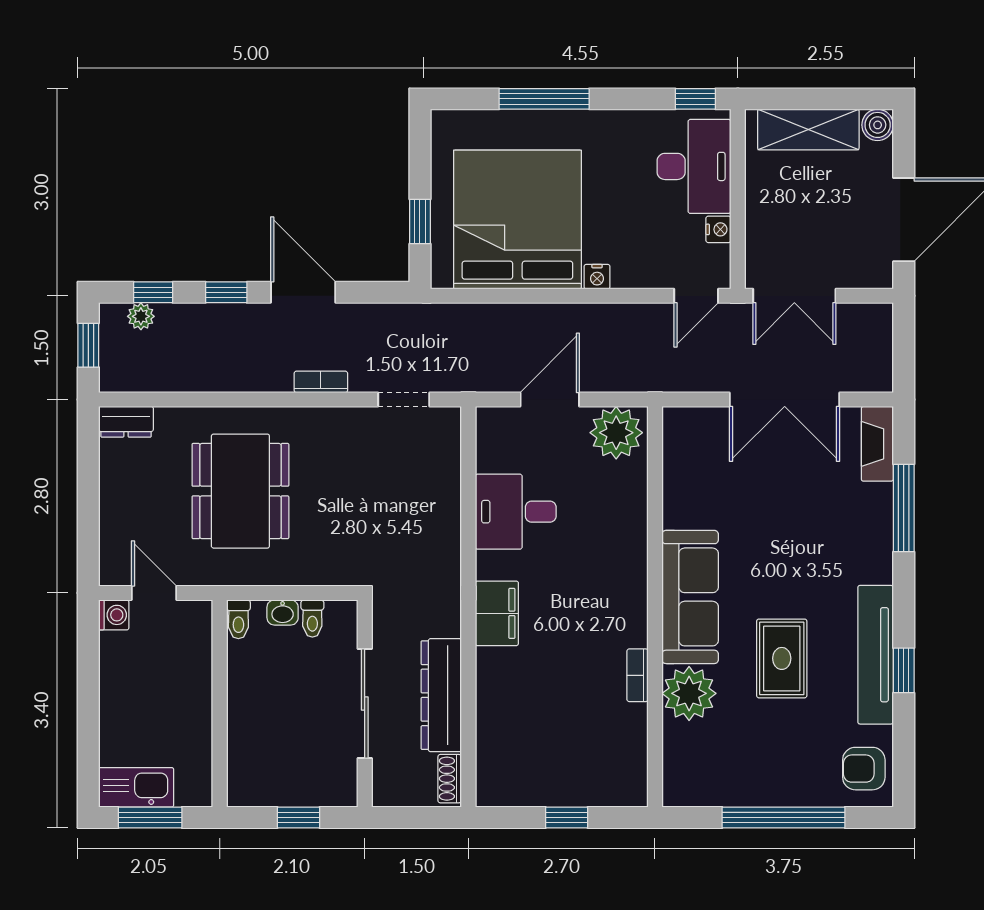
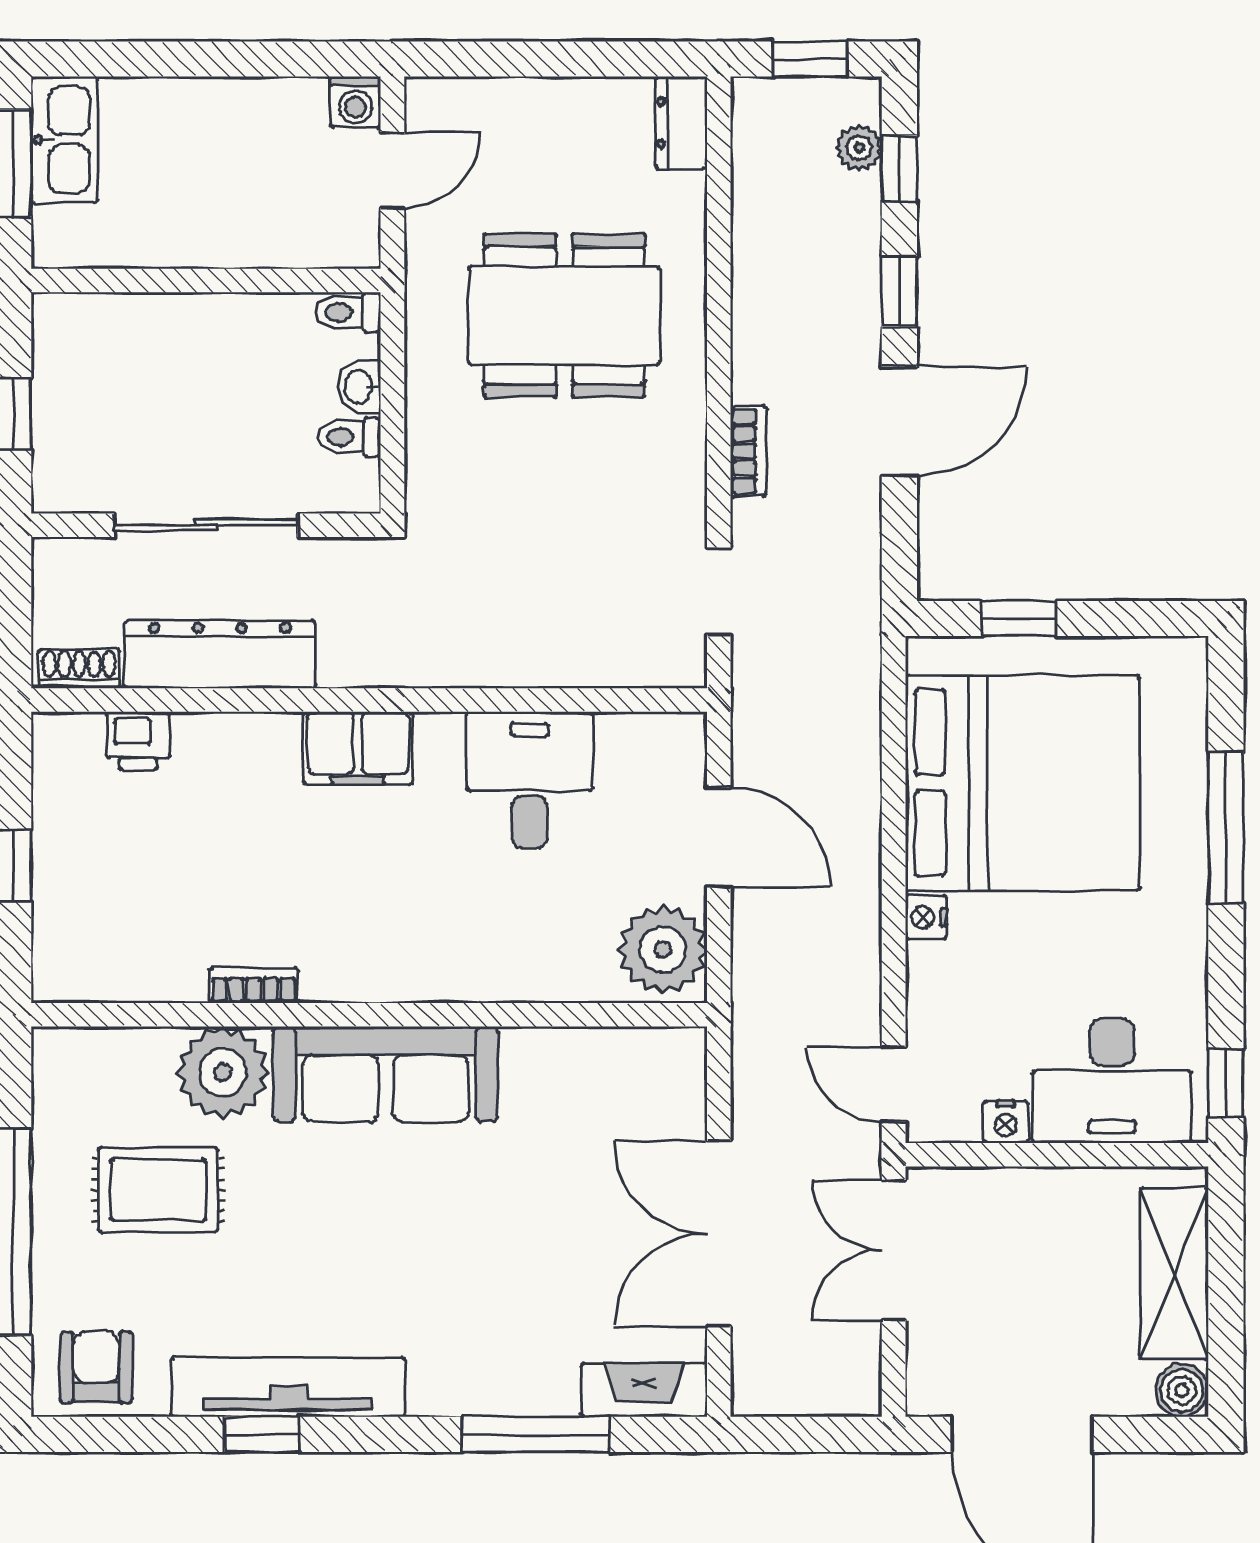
rug: (782, 658) -> (158, 1190), moved
printer: (492, 744) -> (138, 741), added

